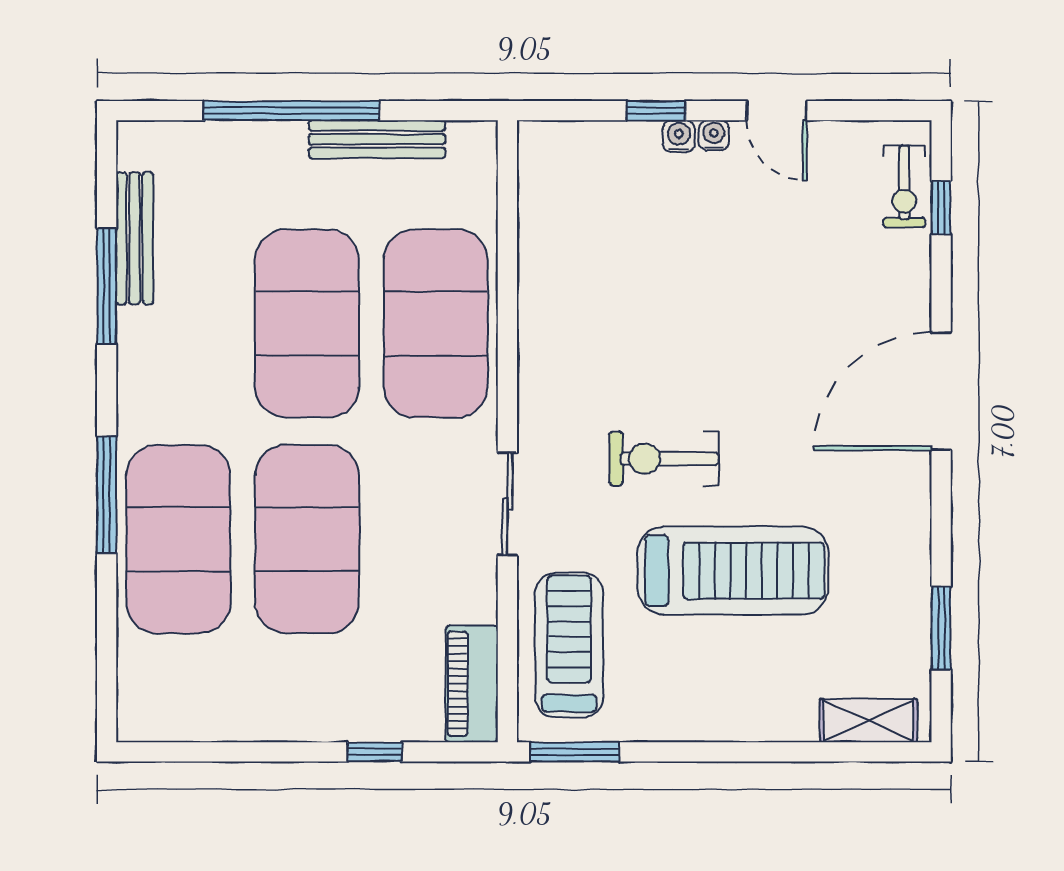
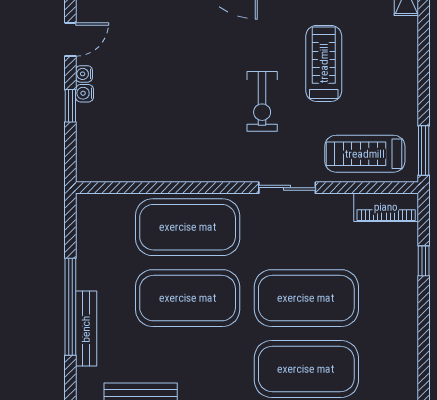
bench: (377, 139) -> (86, 329), moved
treadmill: (733, 571) -> (324, 63), width x0.73, depth x0.73

